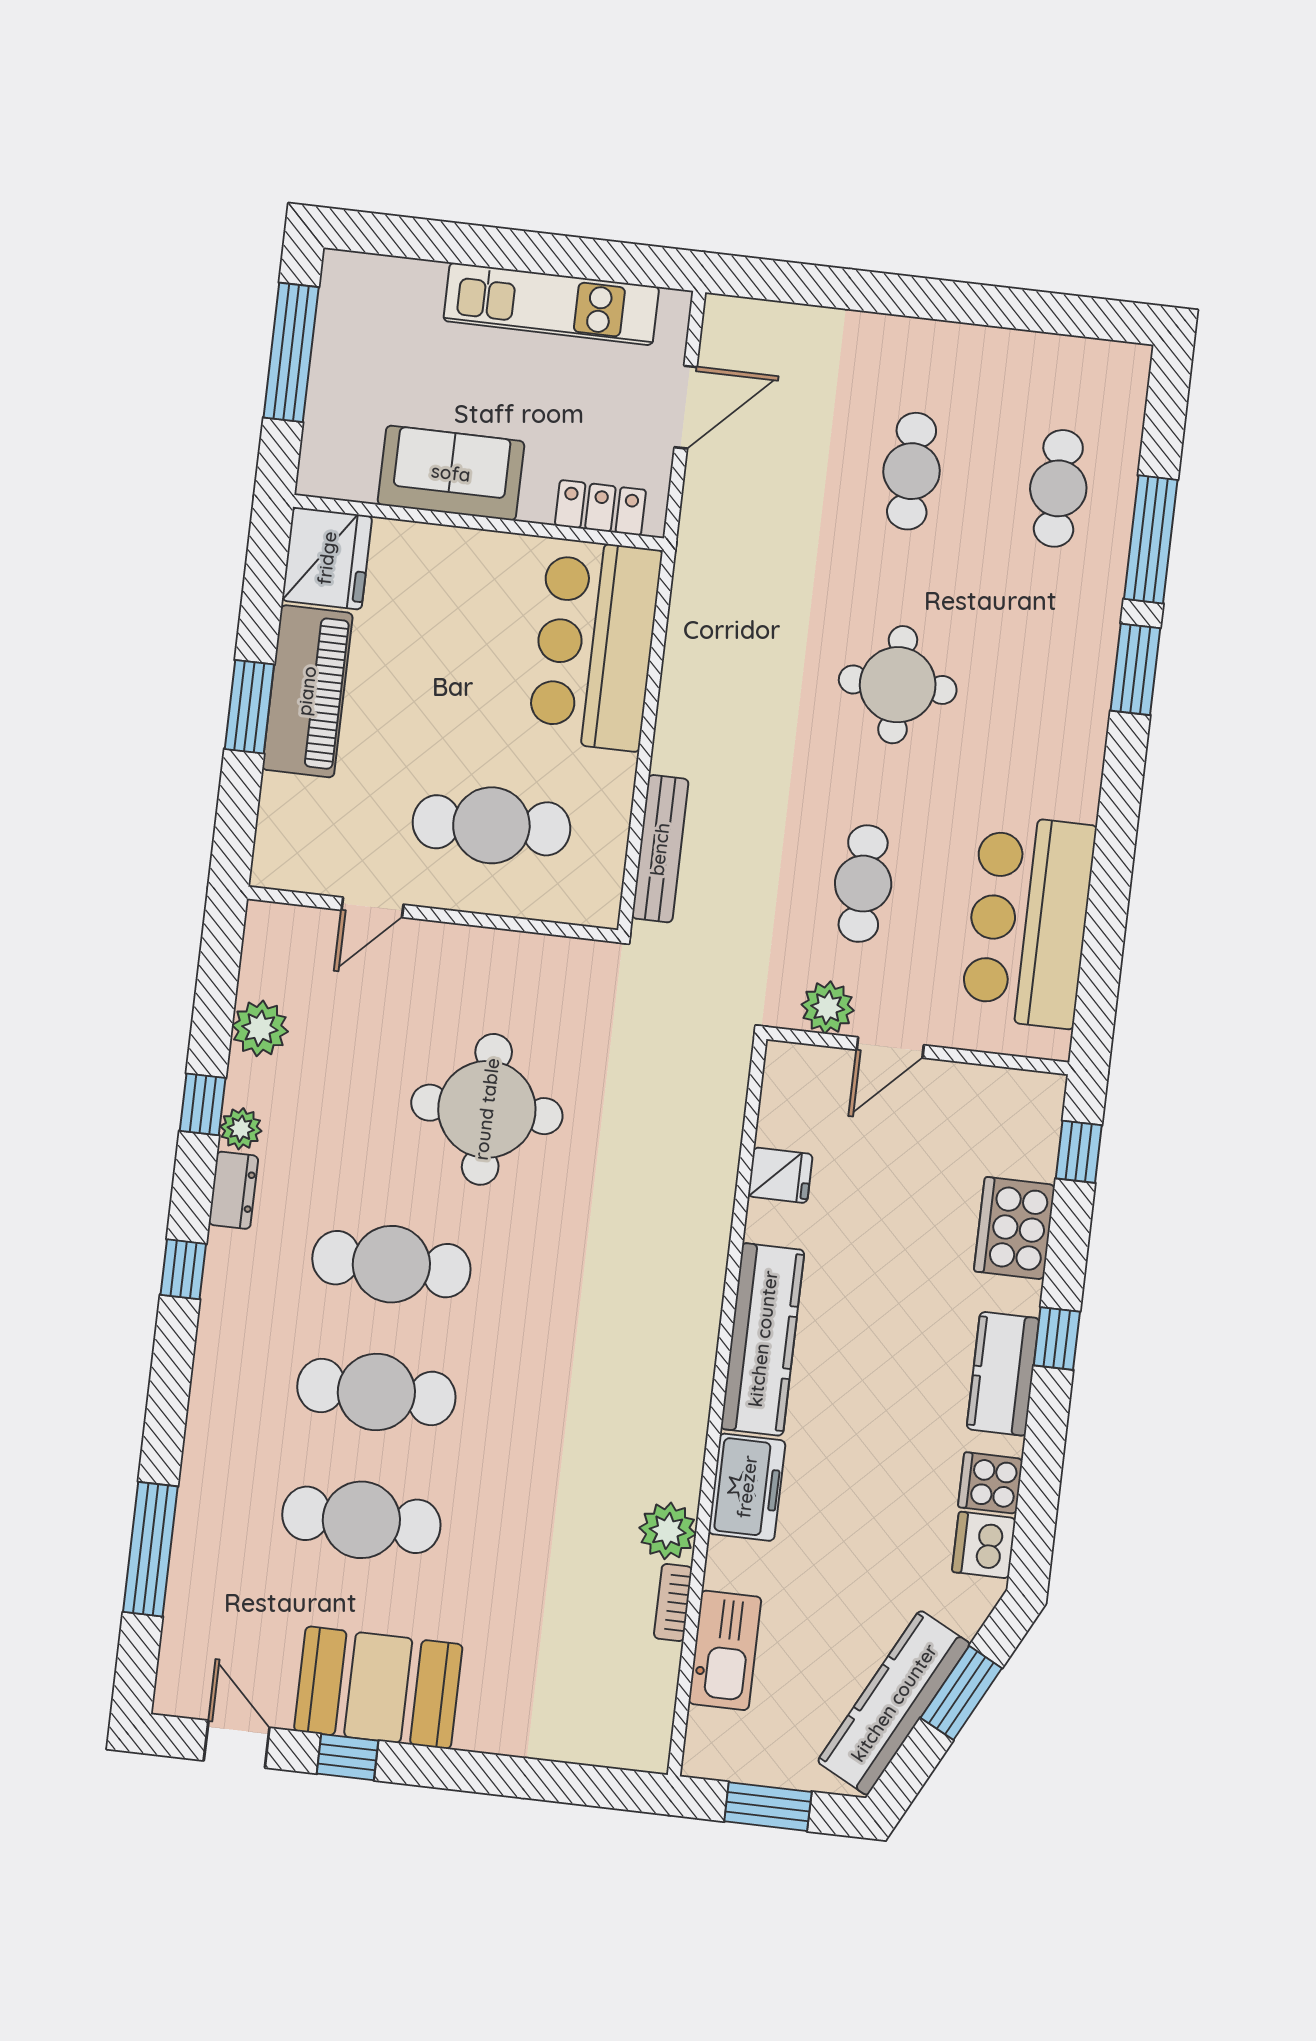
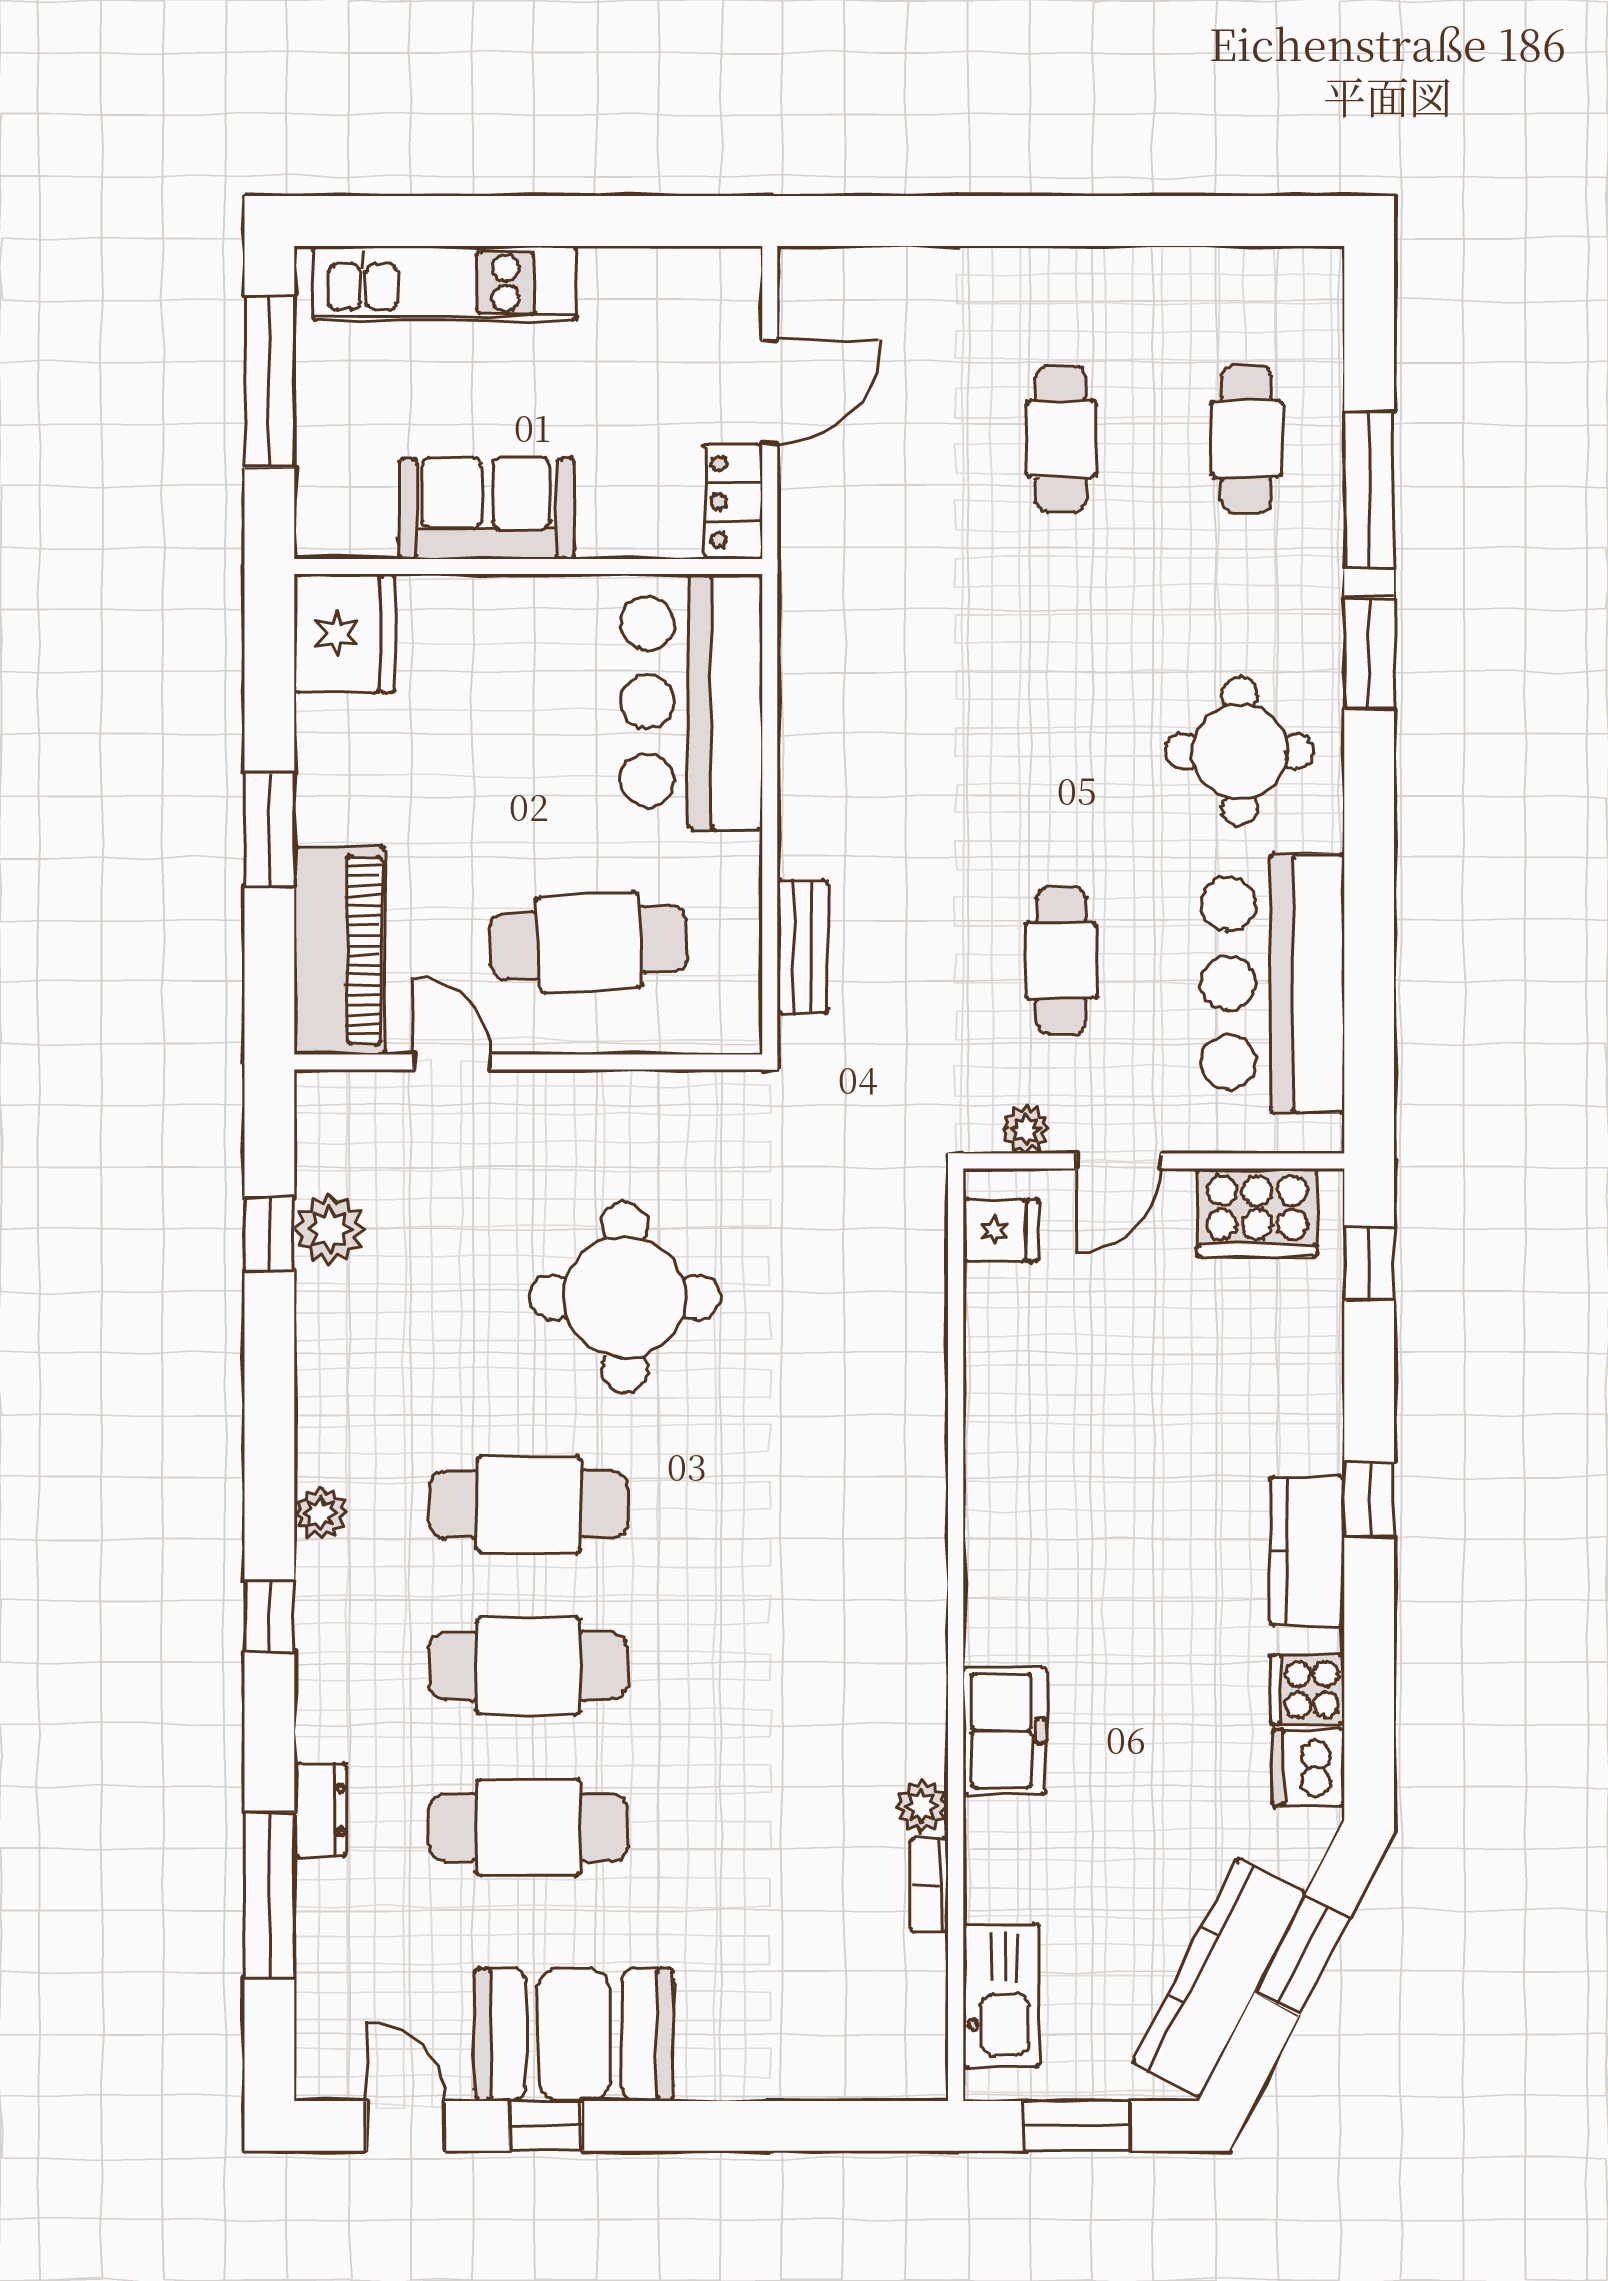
kitchen unit: (551, 304) -> (445, 283), moved
locker: (600, 508) -> (733, 502), moved, turned -90
round table: (898, 685) -> (1240, 751), moved
piano: (307, 691) -> (340, 950), moved
bench: (660, 849) -> (803, 947), width x0.73
door: (372, 907) -> (452, 1062), swing flipped
plant: (828, 1008) -> (1026, 1129), width x0.73, depth x0.73
window: (203, 1104) -> (269, 1234), moved
plant: (241, 1129) -> (321, 1513), moved
fridge: (780, 1175) -> (1000, 1230), moved
dresser: (233, 1190) -> (320, 1810), moved
cooker: (1014, 1228) -> (1257, 1213), moved, turned -90
window: (183, 1269) -> (269, 1617), moved
kitchen counter: (763, 1339) -> (1002, 1544), removed
plant: (668, 1531) -> (922, 1806), width x0.73, depth x0.73
kitchen sink: (725, 1650) -> (1001, 1996), moved

